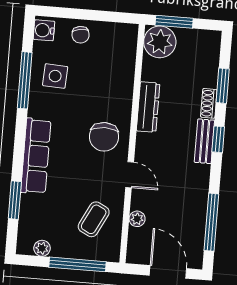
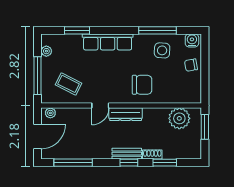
plant: (160, 42) -> (179, 118), moved
dresser: (148, 107) -> (126, 114), moved
chair: (104, 137) -> (142, 85), moved, turned 180
plant: (137, 219) -> (50, 113), moved

